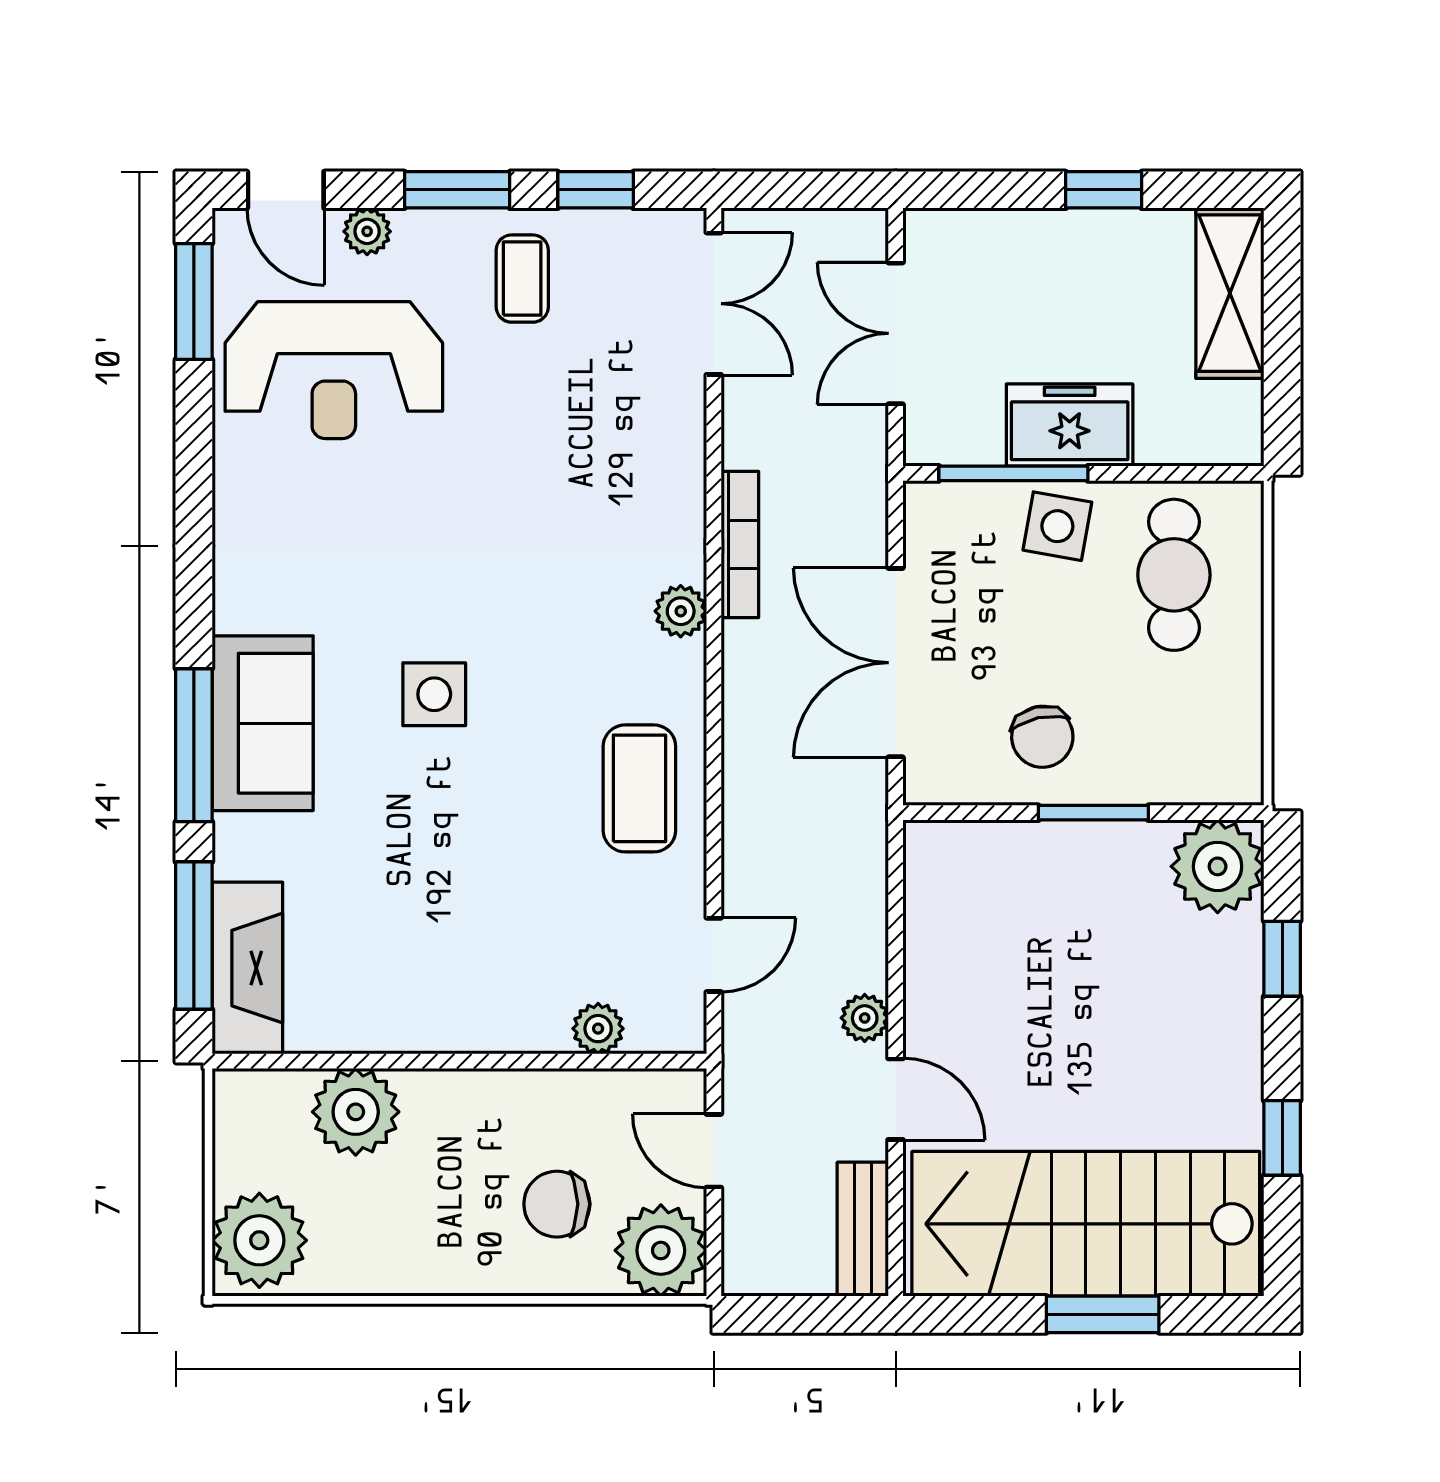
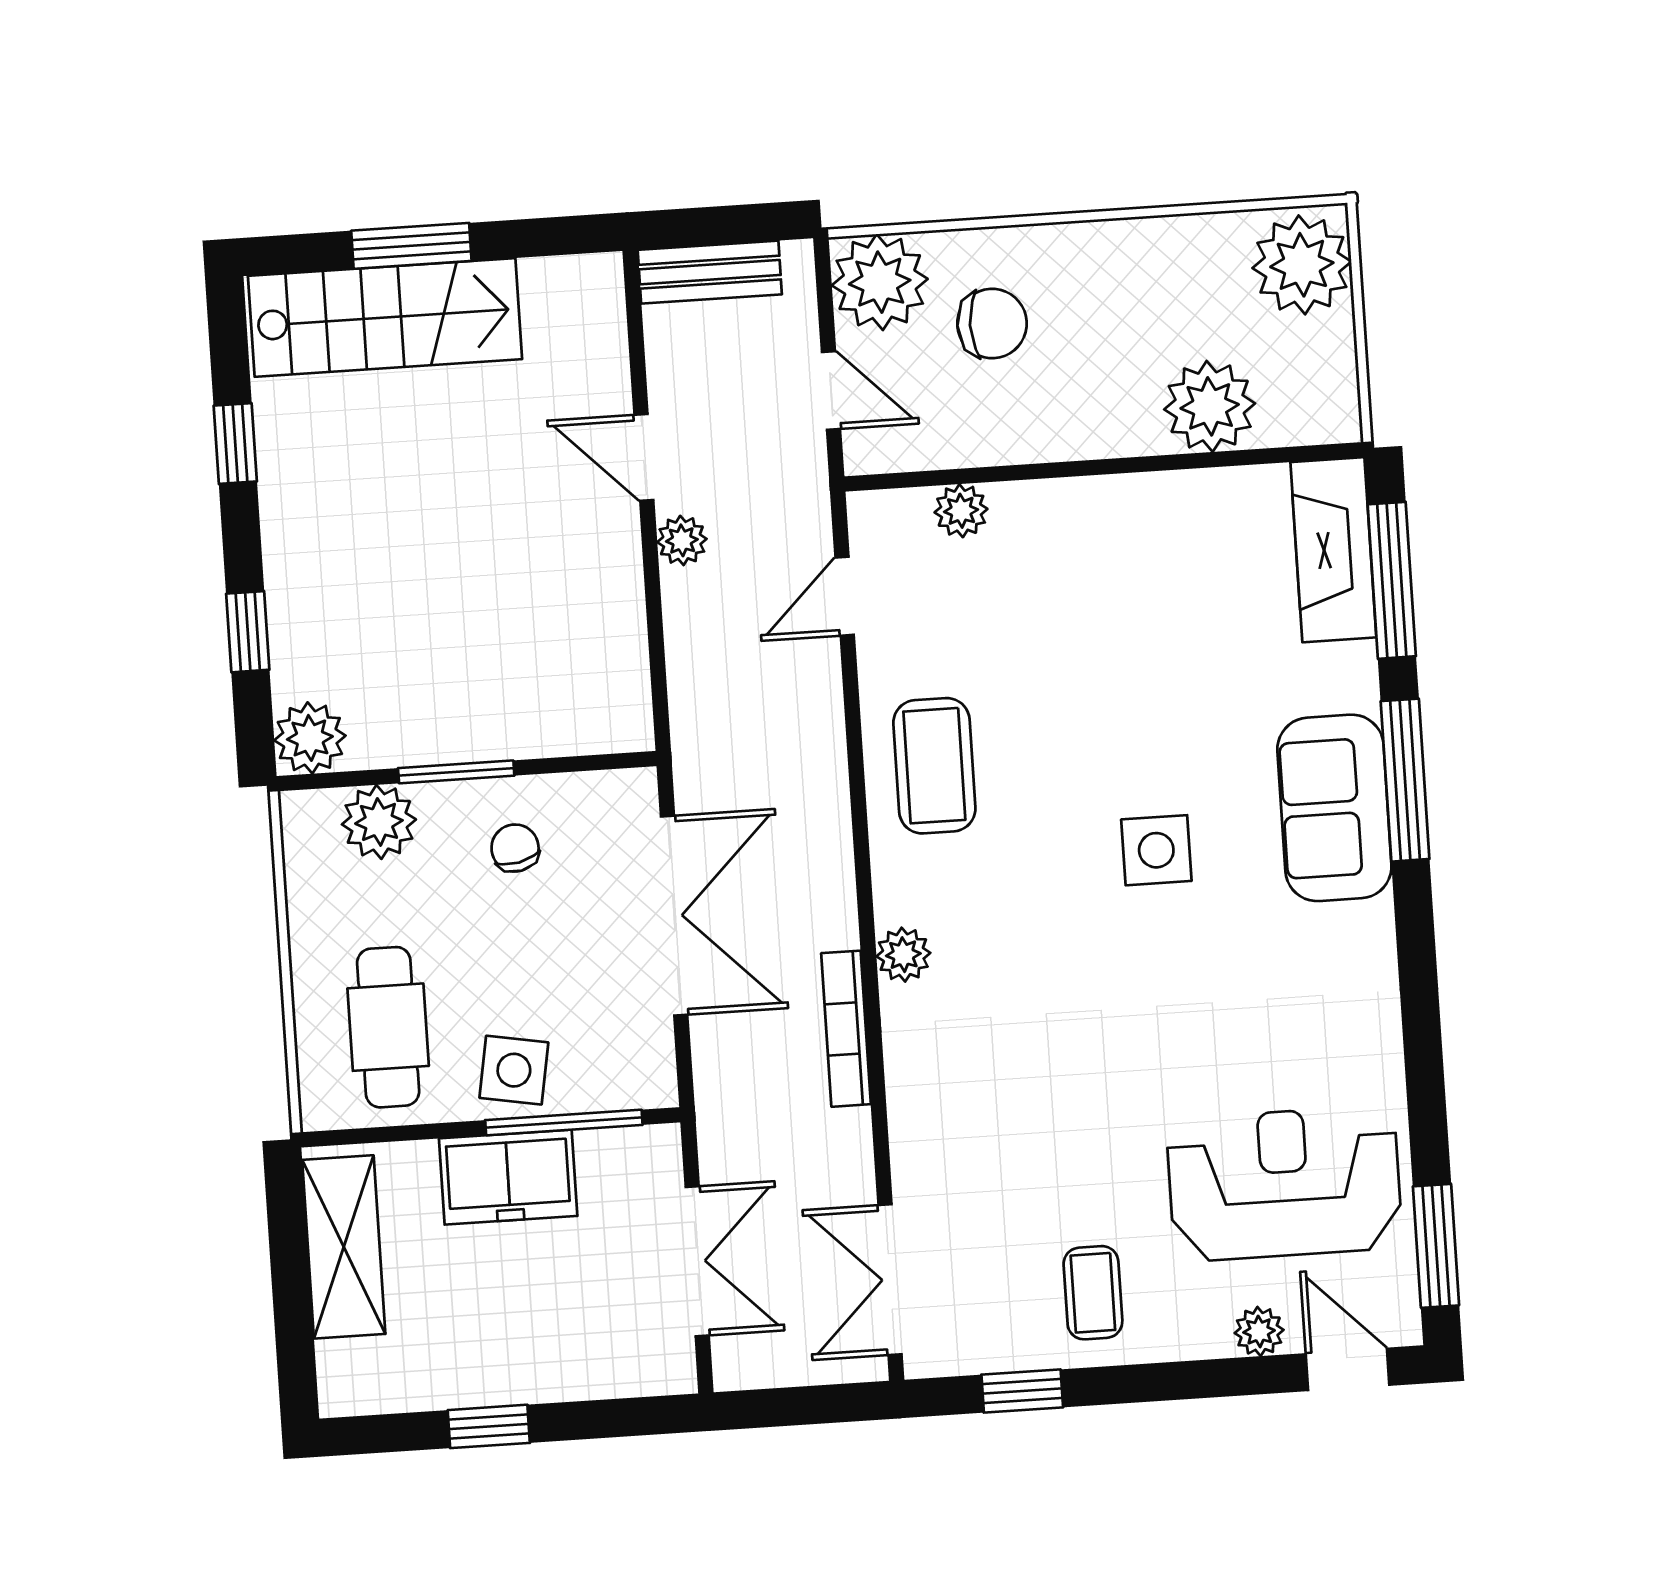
window: (457, 190) -> (1167, 1381), removed
shelving: (1230, 293) -> (344, 1247), moved
chair: (1042, 737) -> (515, 848), width x0.73, depth x0.73
plant: (1170, 770) -> (379, 822), added
plant: (1218, 866) -> (310, 738), width x0.73, depth x0.73
stairs: (1086, 1224) -> (385, 317), width x0.73, depth x0.66
bench: (863, 1229) -> (710, 272), moved, turned 90

